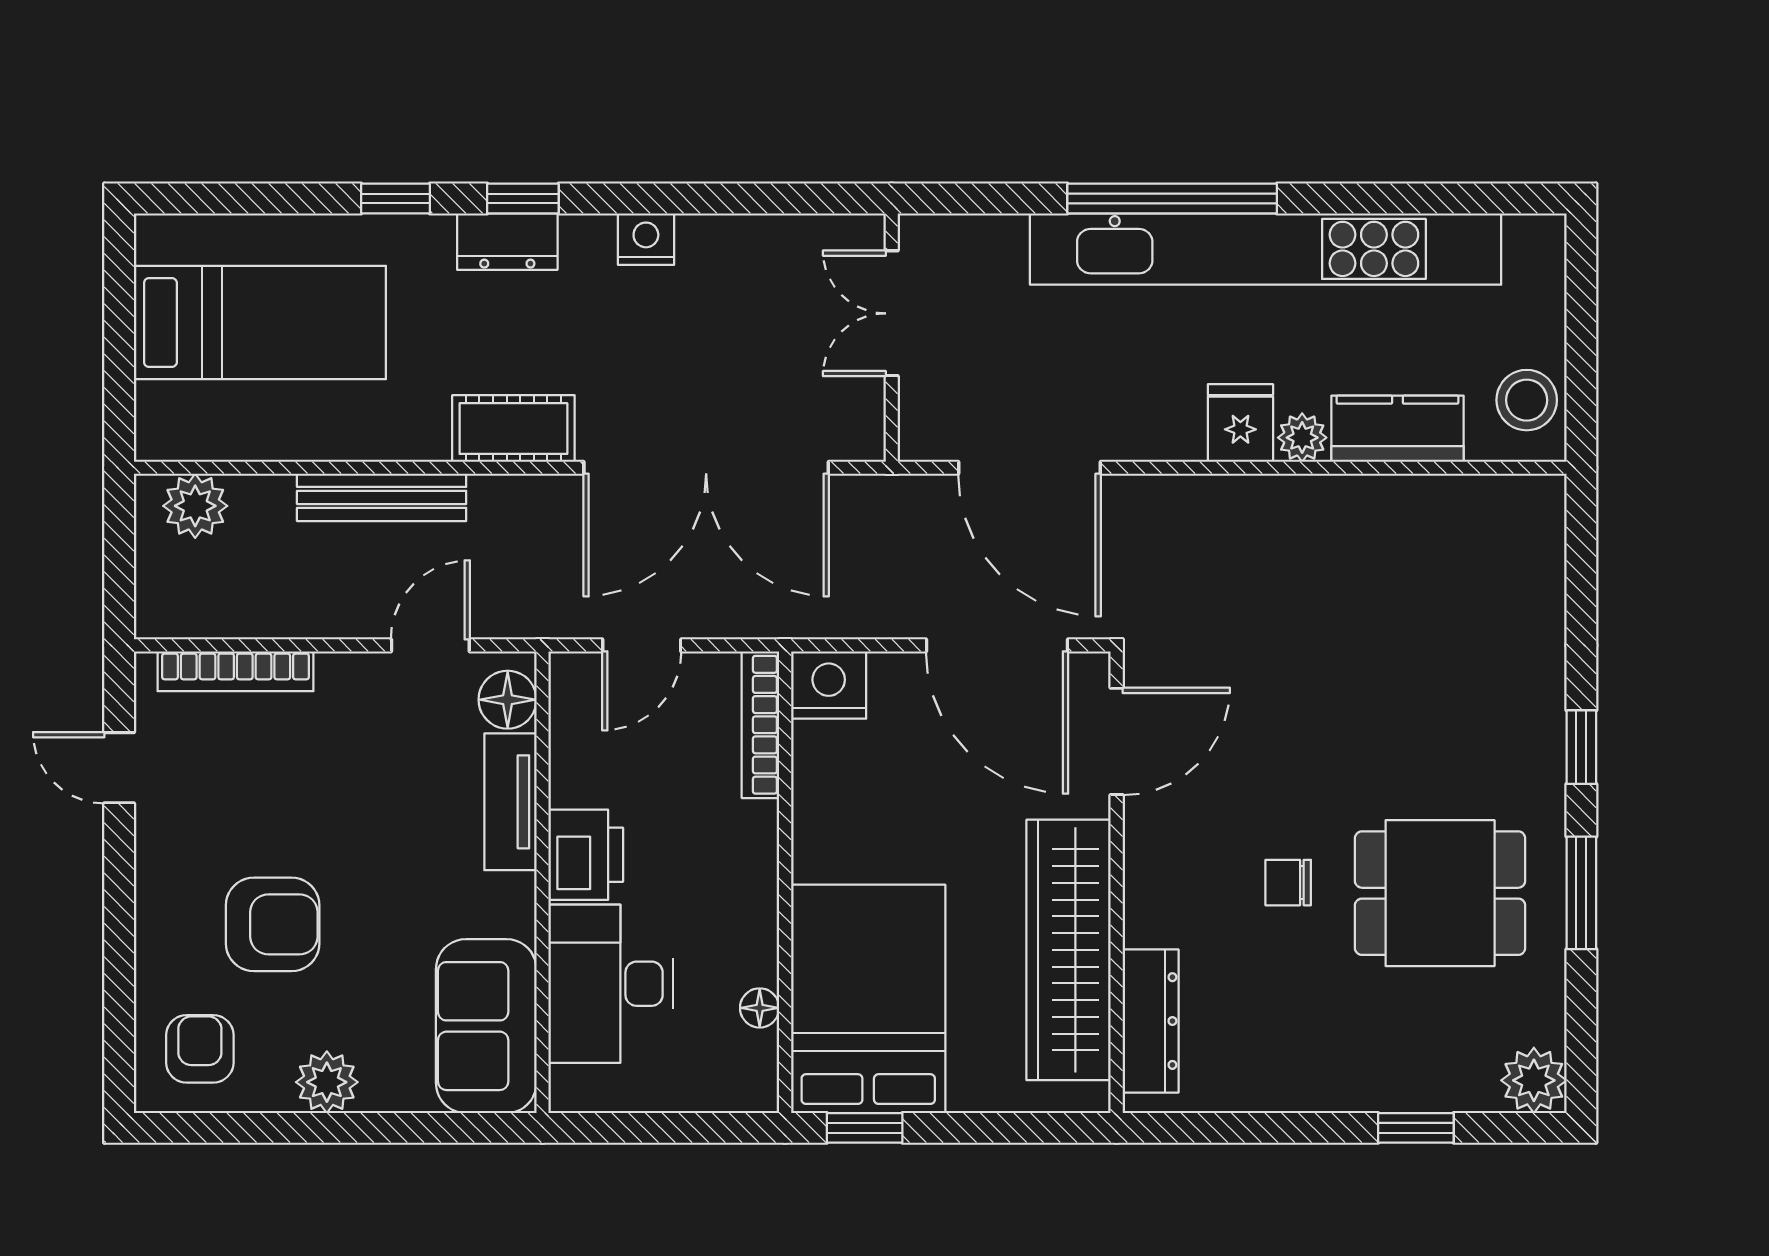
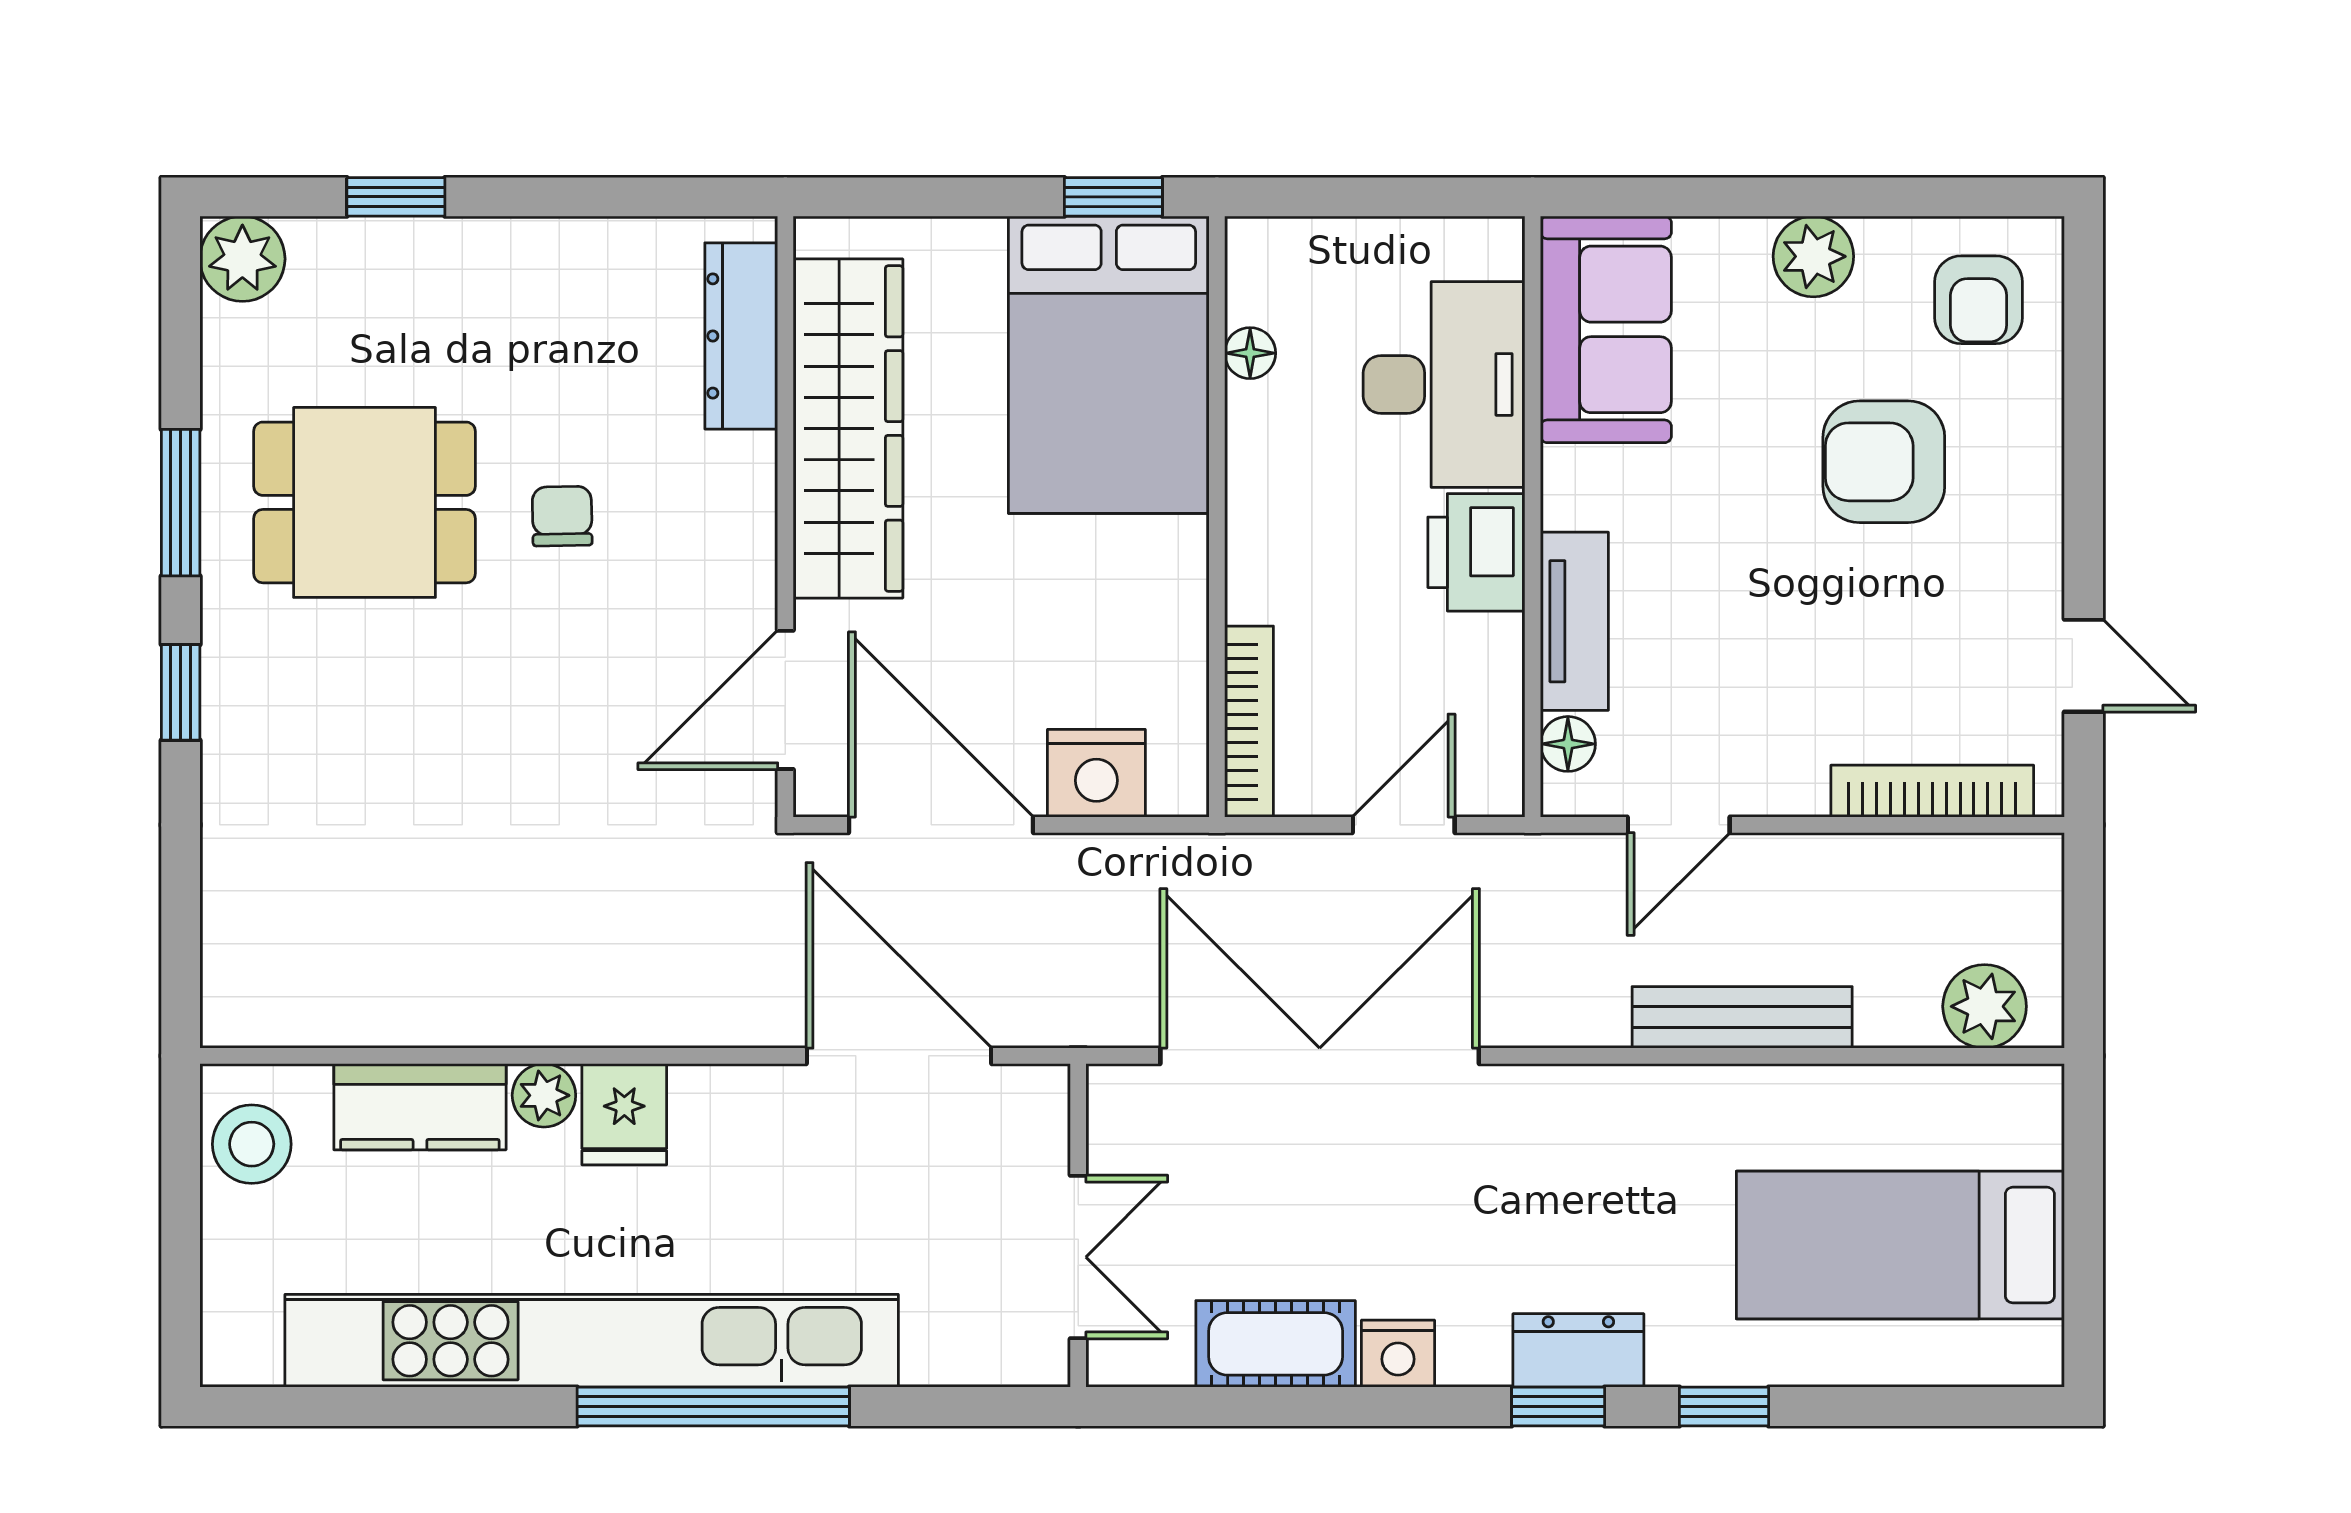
cot: (513, 429) -> (1276, 1344), moved
nightstand: (829, 685) -> (1096, 773), moved
floor lamp: (508, 700) -> (1568, 744), width x0.73, depth x0.73
chair: (1288, 883) -> (562, 516), turned -91

